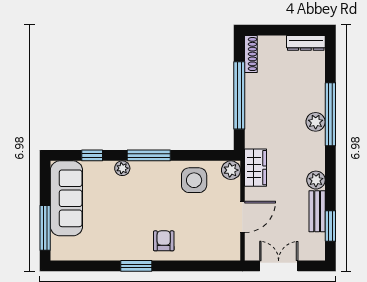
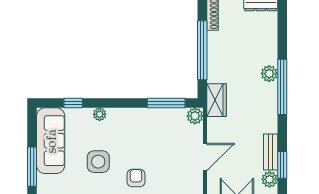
window: (330, 114) -> (282, 87), moved
window: (149, 155) -> (166, 103), moved
wardrobe: (255, 168) -> (217, 100), moved
side table: (194, 180) -> (98, 162), moved
plant: (316, 180) -> (270, 179), moved

